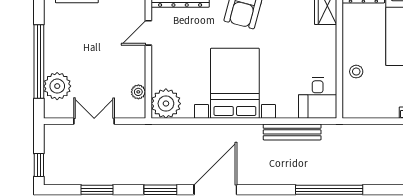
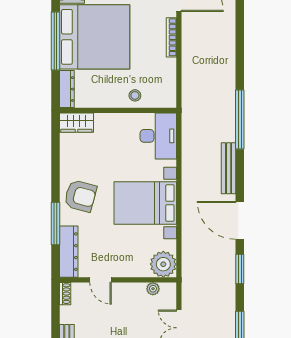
desk: (318, 98) -> (158, 136), width x1.37
bench: (292, 132) -> (229, 168), moved

